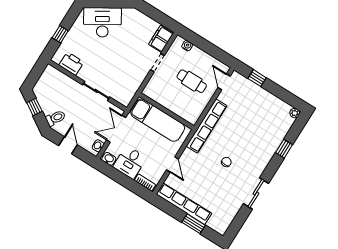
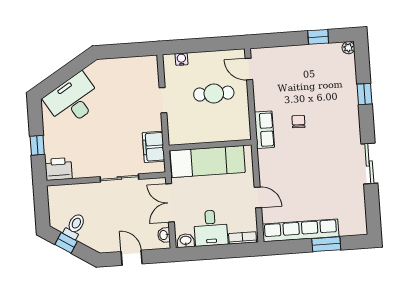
filing cabinet: (161, 39) -> (154, 147), moved
printer: (71, 64) -> (59, 169), moved
window: (257, 78) -> (318, 37), moved
toilet: (56, 118) -> (75, 226), moved
row of seats: (207, 126) -> (264, 130), width x0.50
chair: (226, 162) -> (299, 122), moved

